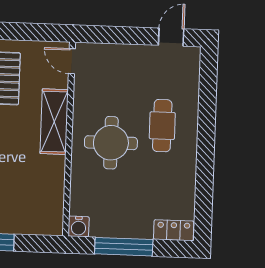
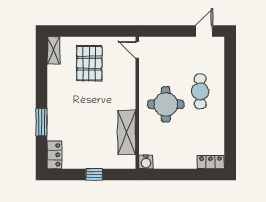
shelving: (54, 122) -> (127, 132), moved
window: (124, 247) -> (177, 174), removed

